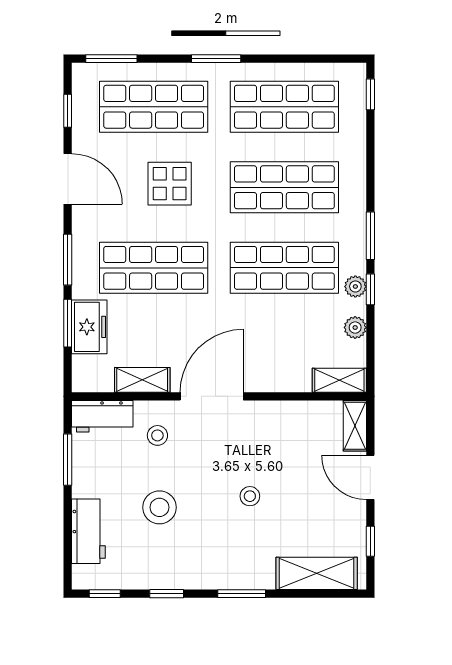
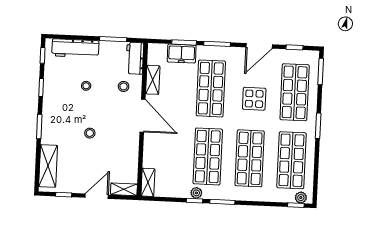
plant: (355, 328) -> (301, 198), moved
stool: (159, 507) -> (86, 86), width x0.53, depth x0.53
workbench: (88, 531) -> (75, 48), width x1.38

